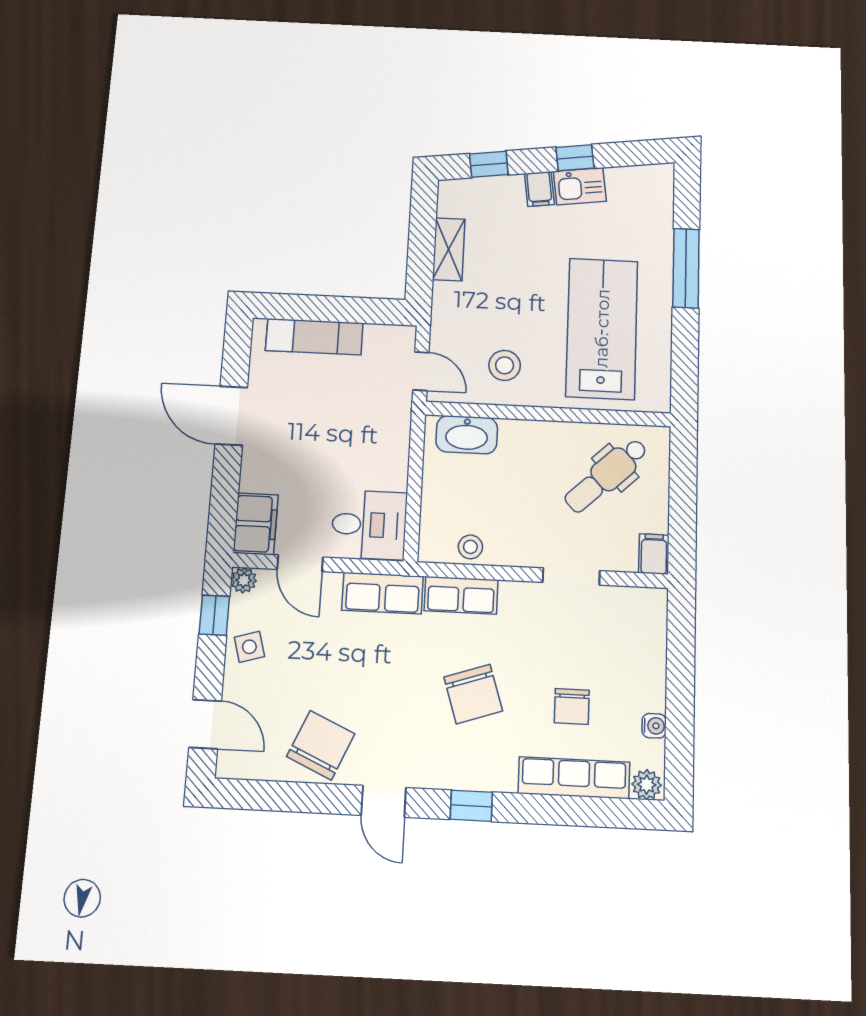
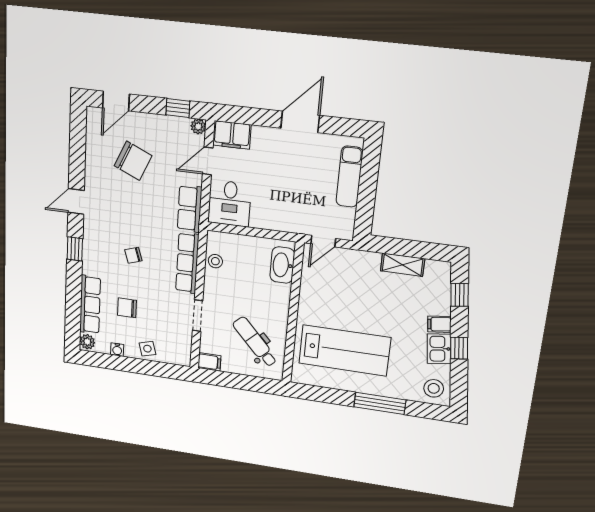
stool: (505, 365) -> (434, 388), moved
row of seats: (461, 595) -> (187, 263), width x1.48
side table: (249, 647) -> (147, 349), moved
chair: (473, 694) -> (133, 255), width x0.54, depth x0.54
chair: (321, 745) -> (133, 161), moved

